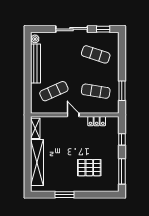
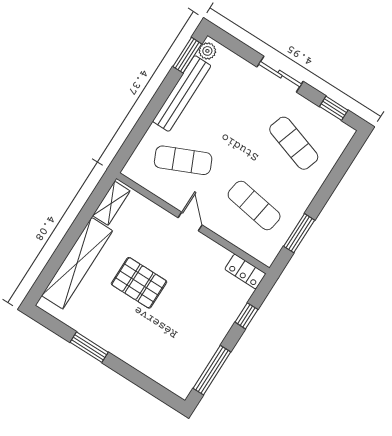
sliding door: (72, 29) -> (280, 74), width x0.73
window: (28, 46) -> (187, 55), added
locker: (97, 121) -> (245, 271), moved
pallet: (89, 168) -> (139, 283), moved

